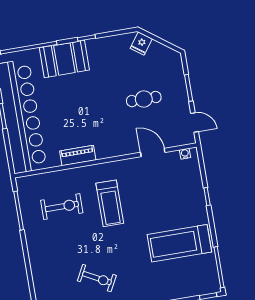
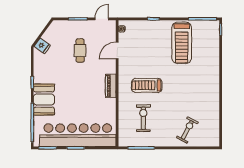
piano: (78, 156) -> (111, 86), moved
treadmill: (110, 203) -> (147, 85), turned 180
exercise bike: (97, 278) -> (187, 130), moved

